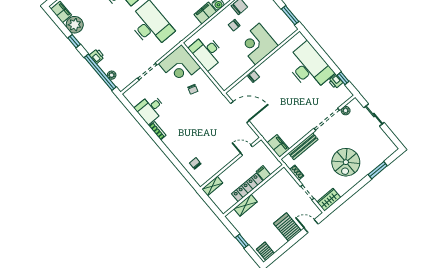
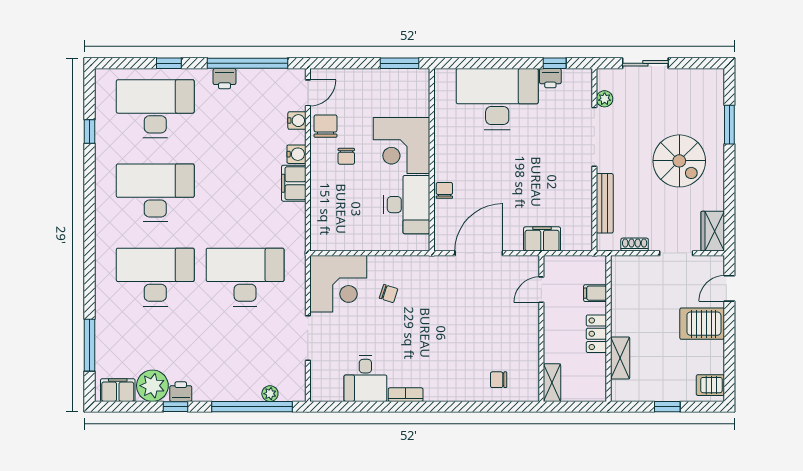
desk: (207, 52) -> (407, 205), moved, turned -90
printer: (97, 56) -> (181, 392), moved
filing cabinet: (278, 146) -> (542, 239), moved
locker: (247, 187) -> (596, 334), width x0.66

